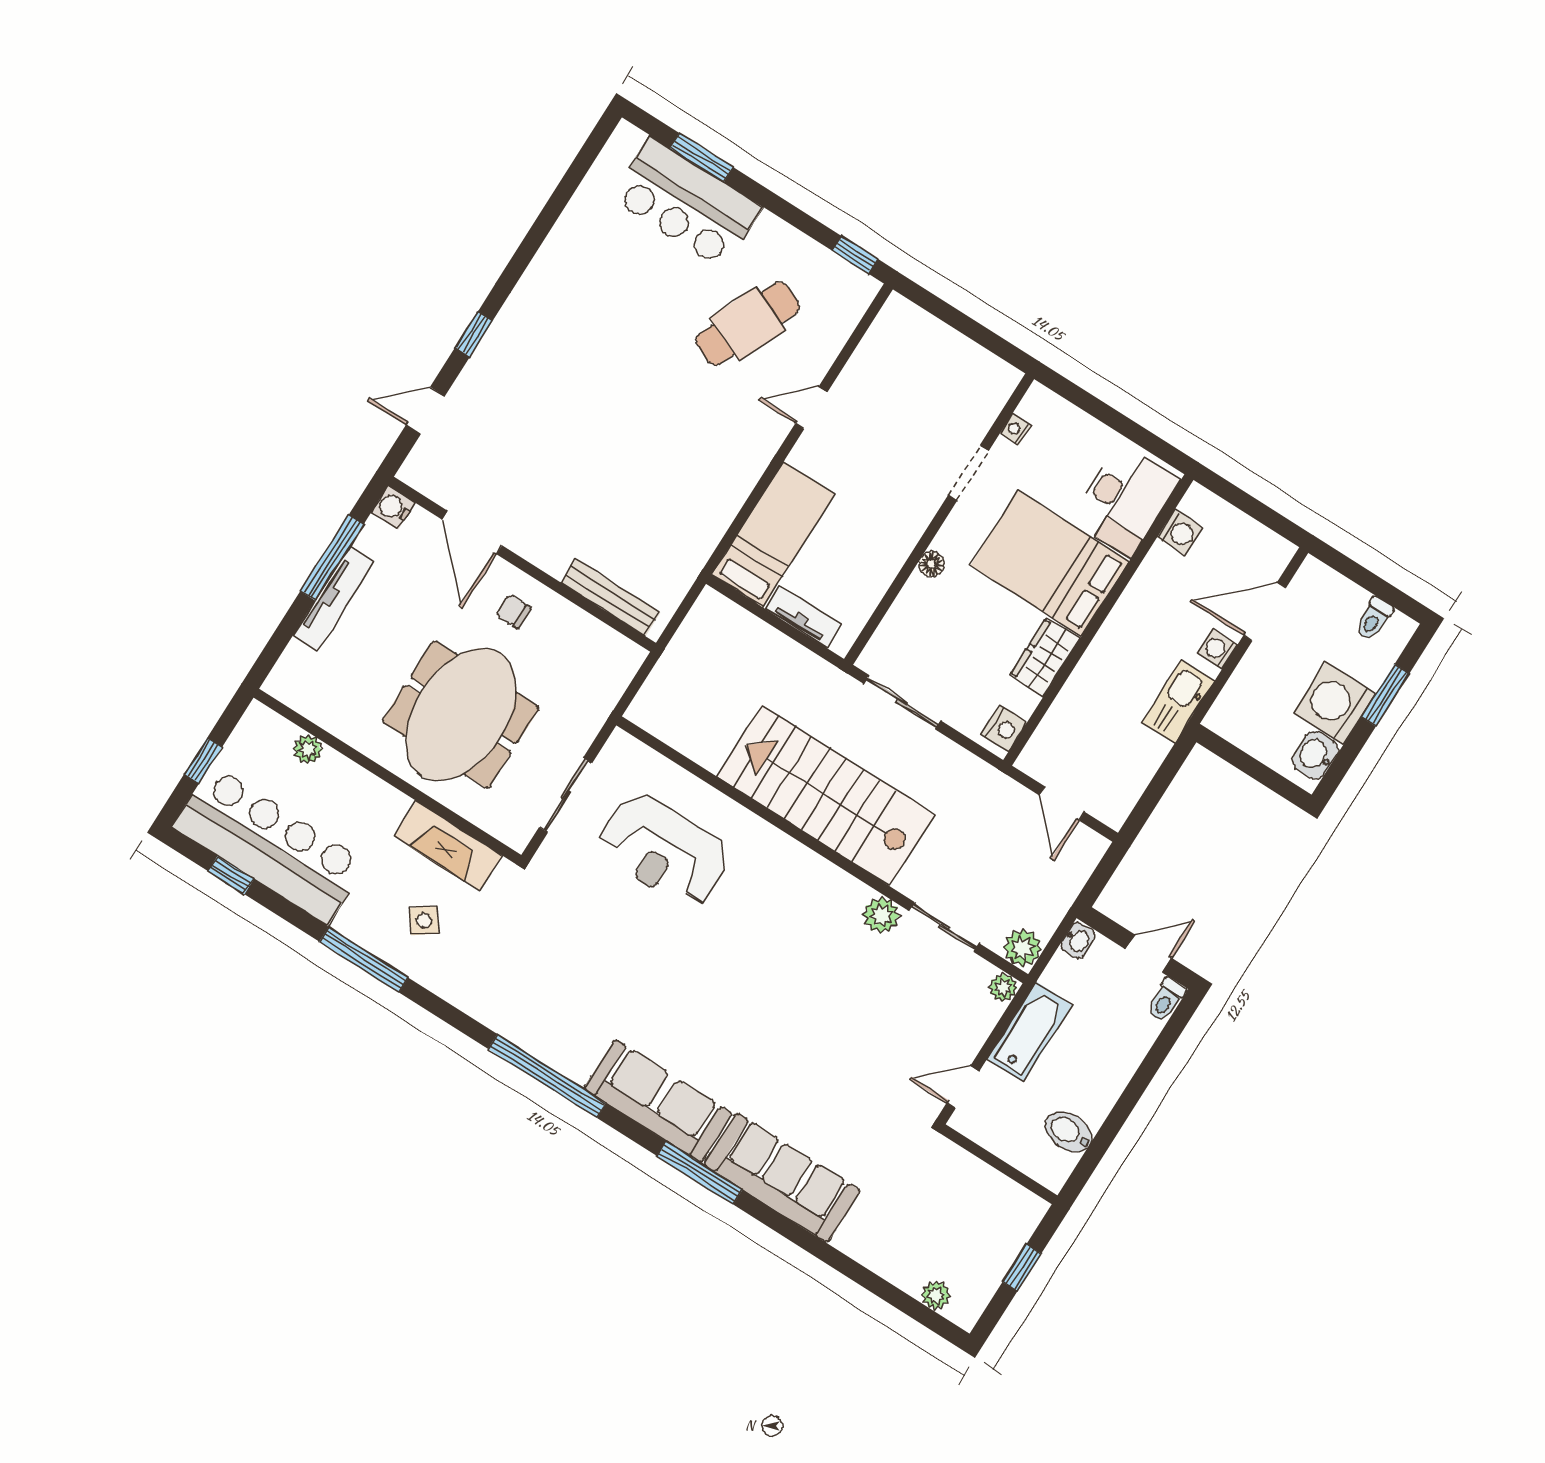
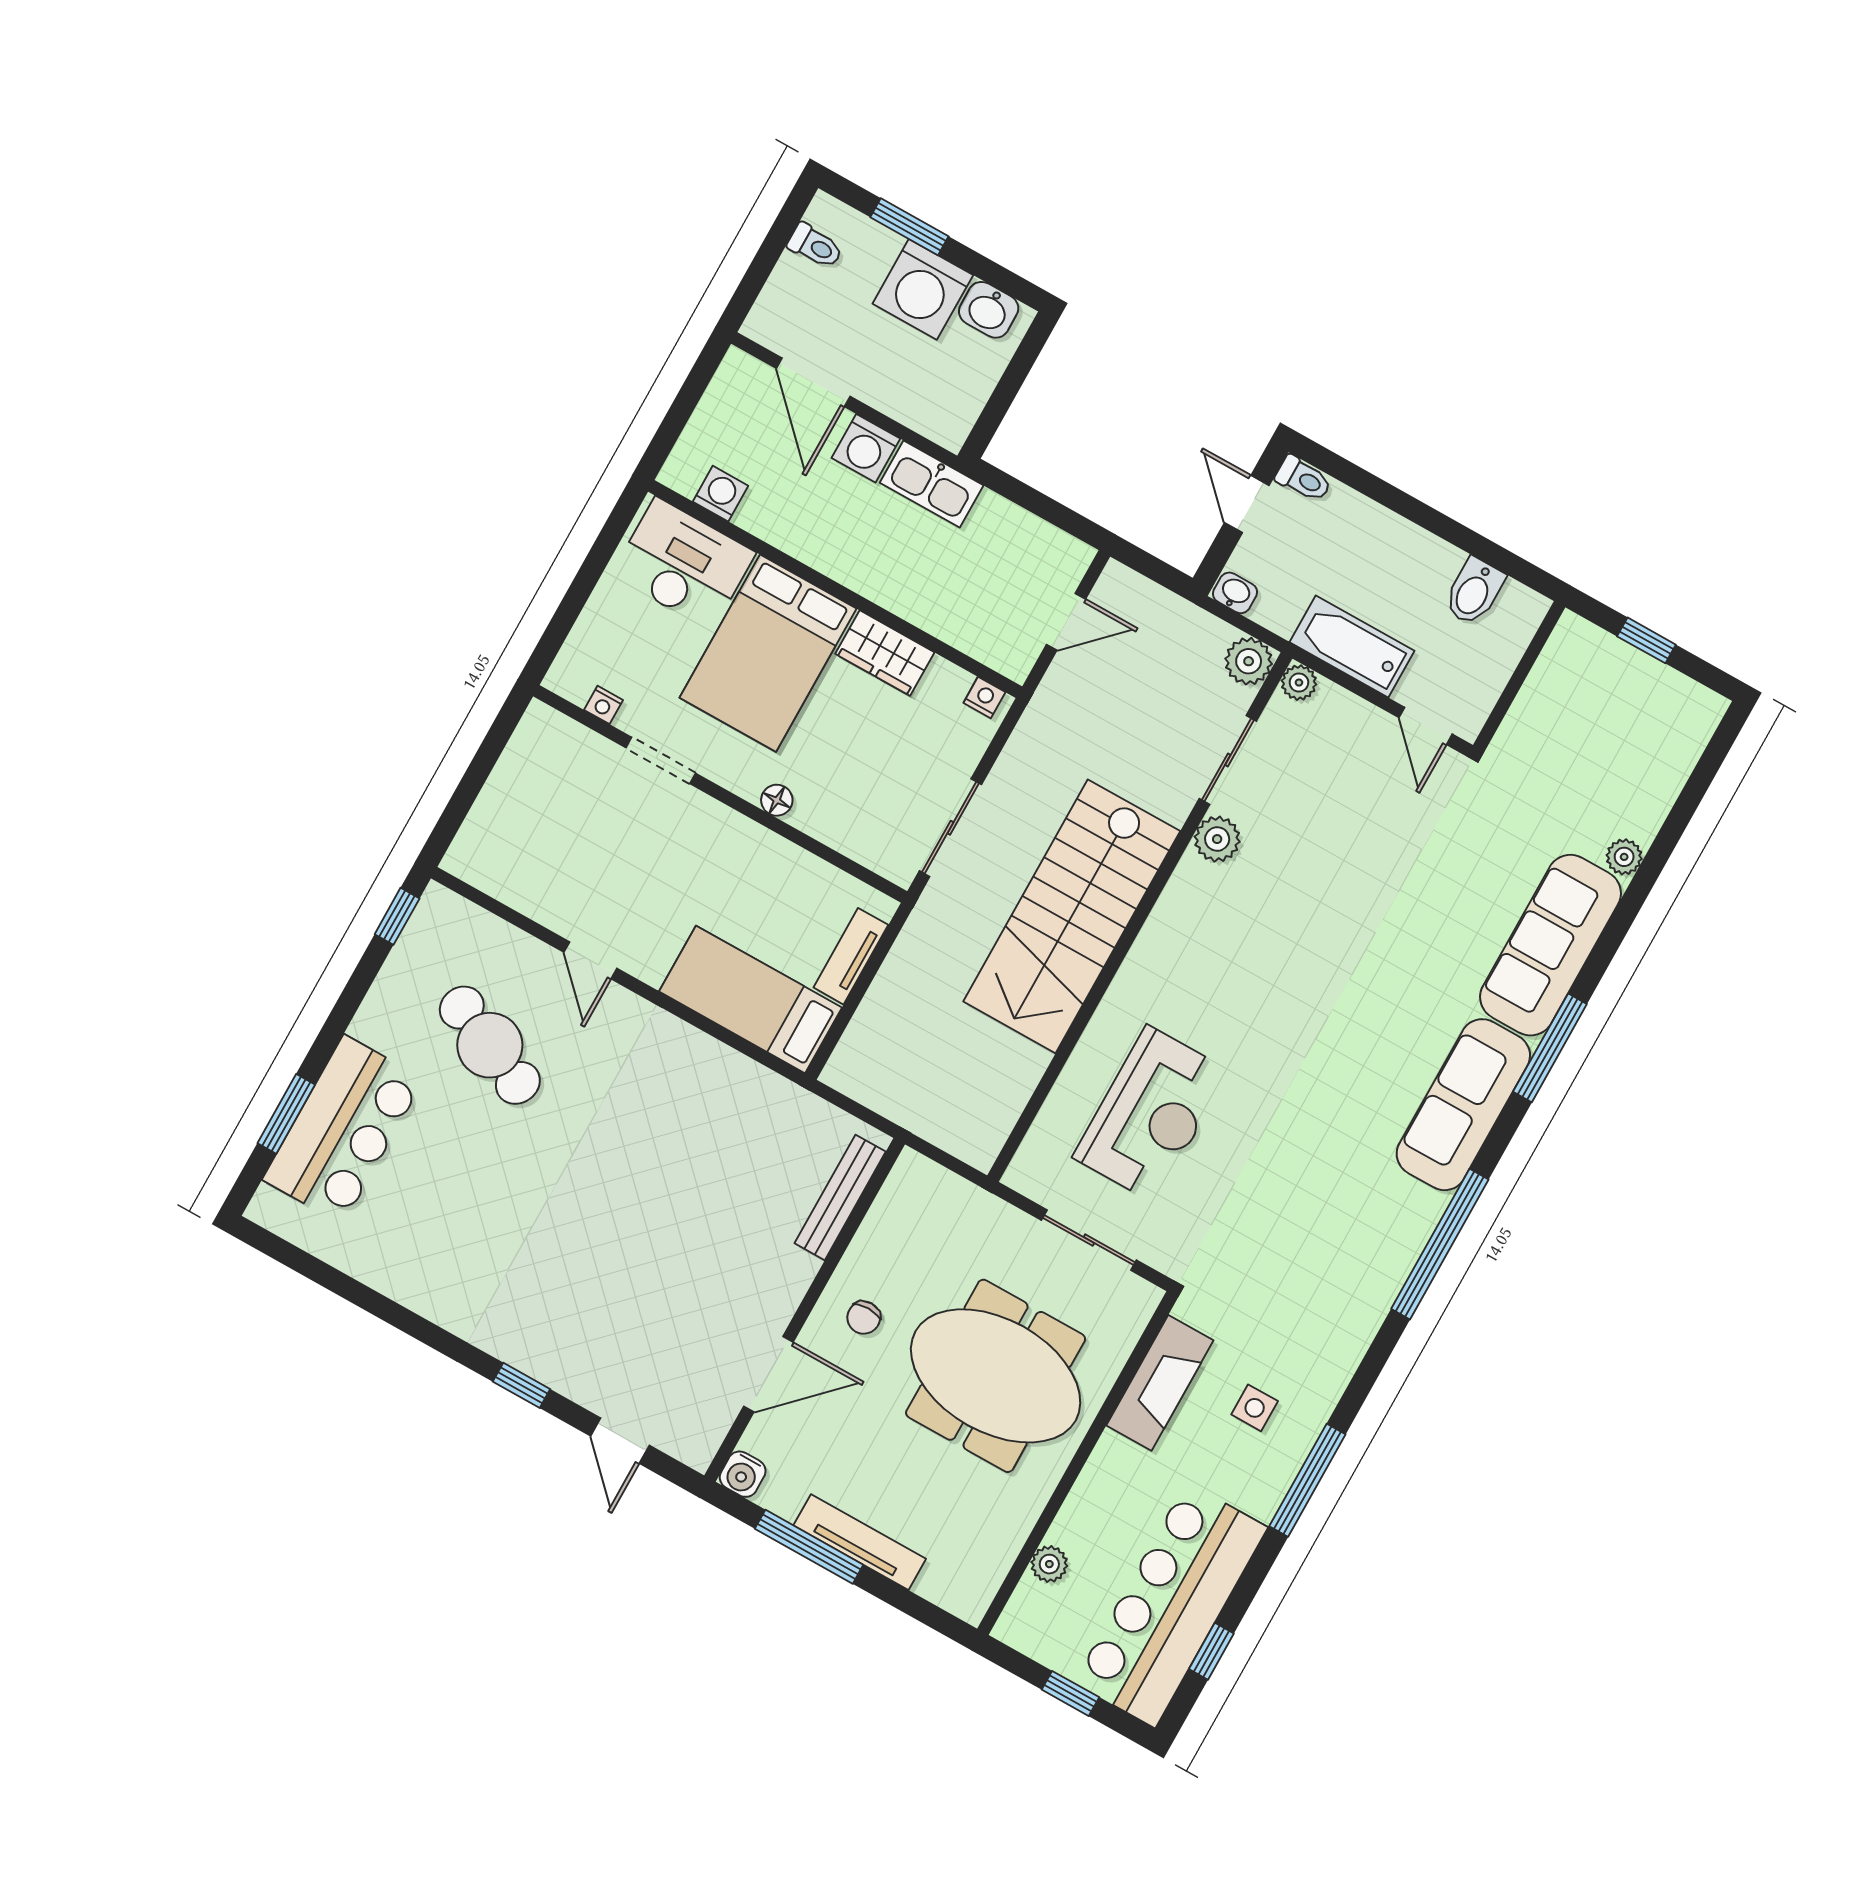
washing machine: (1217, 649) -> (866, 448), width x1.38, depth x1.38
nightstand: (1004, 728) -> (984, 698), width x0.72, depth x0.74
side table: (424, 921) -> (1255, 1408), turned 36
plant: (936, 1295) -> (1624, 857), moved

